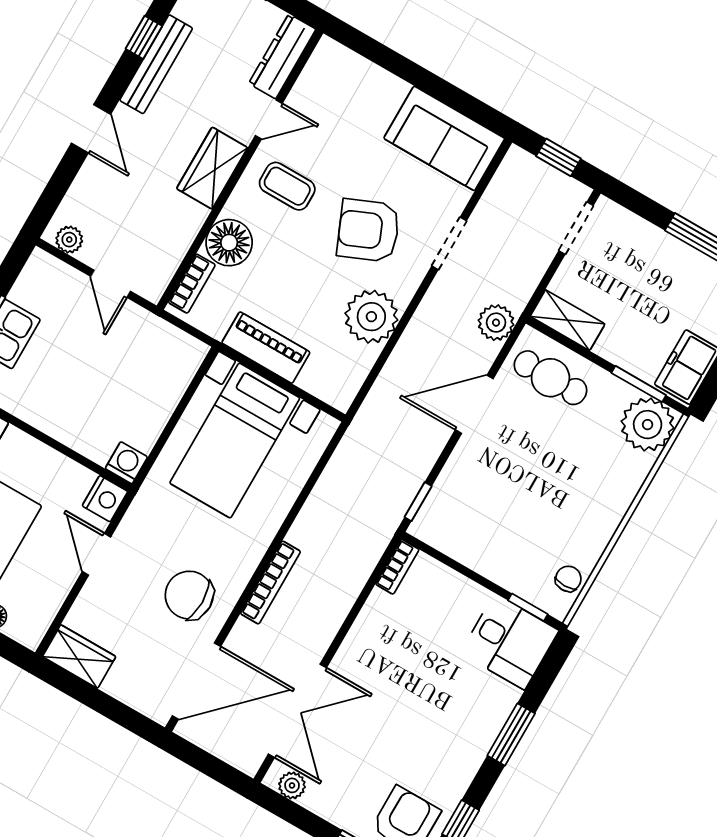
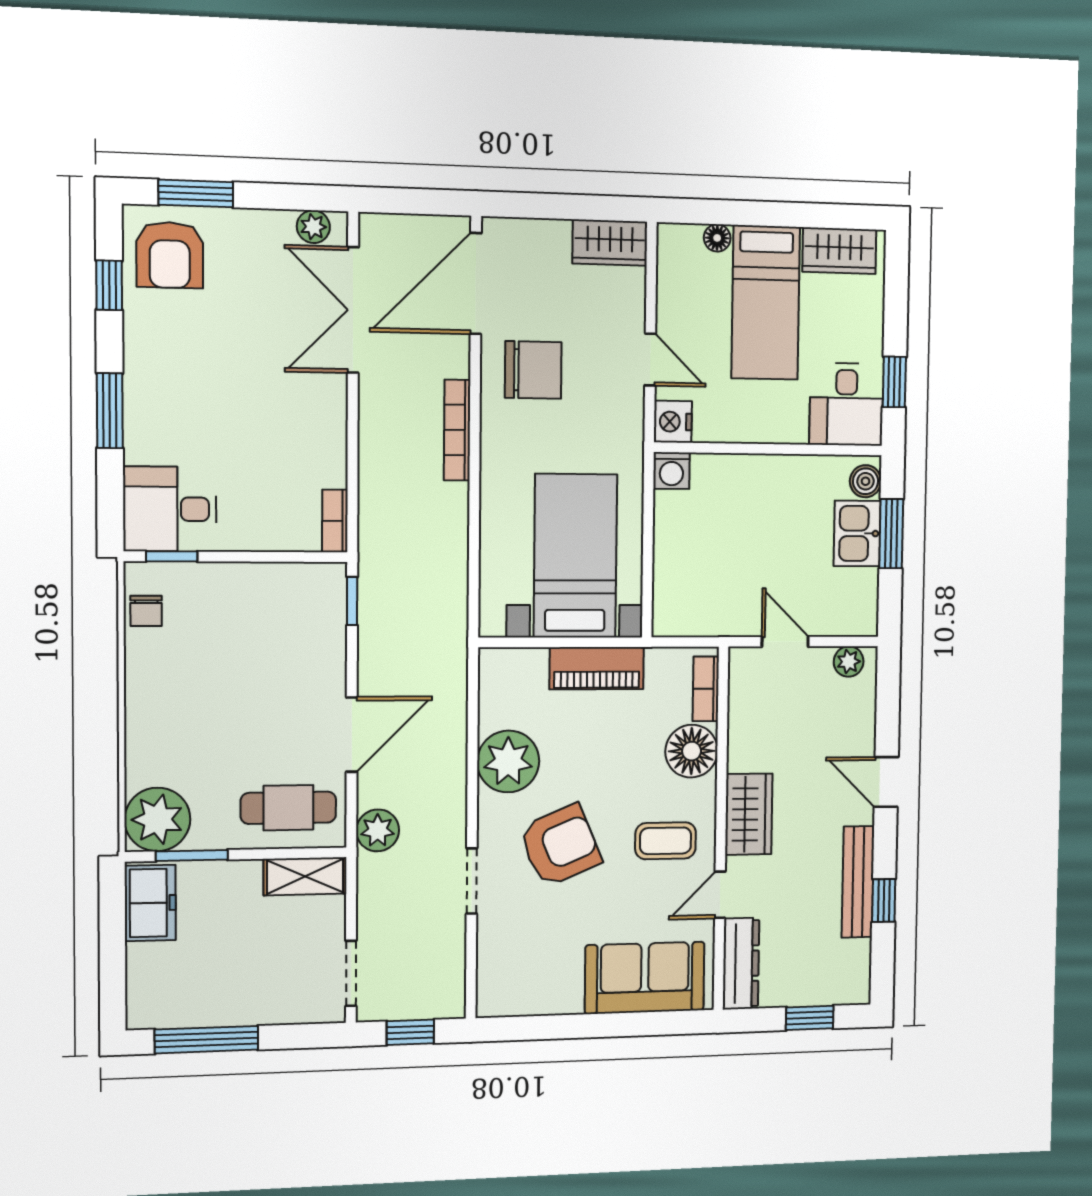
sofa: (444, 138) -> (645, 978), moved

